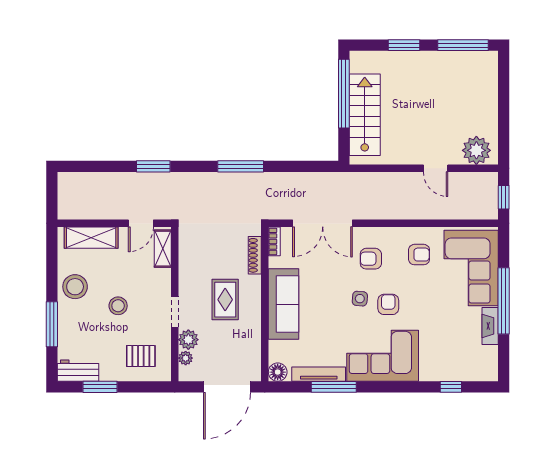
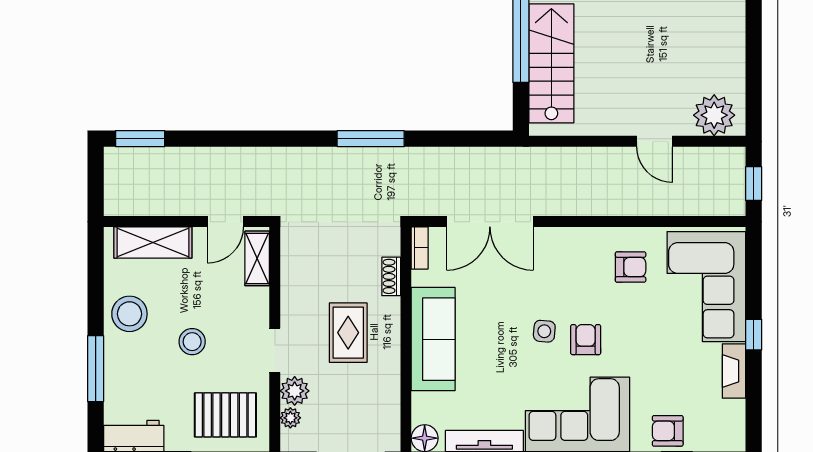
window: (153, 166) -> (140, 139), moved
shoe rack: (255, 255) -> (391, 276), width x0.70
armchair: (371, 259) -> (668, 431), moved
window: (504, 301) -> (754, 335), width x0.32
pallet: (141, 356) -> (225, 415), width x1.50, depth x1.42

